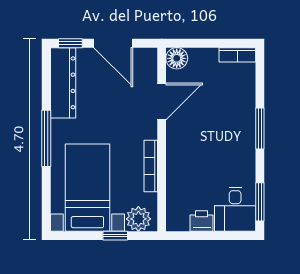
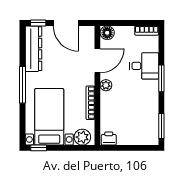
plant: (175, 139) -> (106, 85), added
desk: (235, 209) -> (144, 66), moved, turned -90
printer: (202, 221) -> (109, 138), moved
window: (115, 236) -> (39, 148), moved

